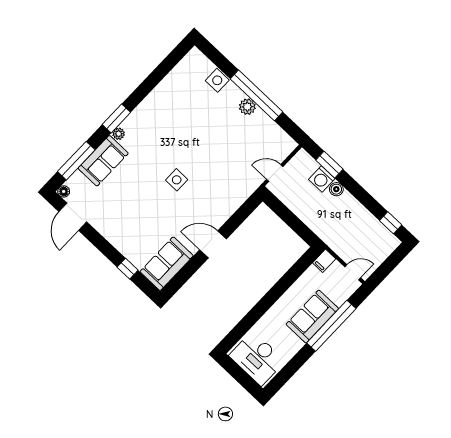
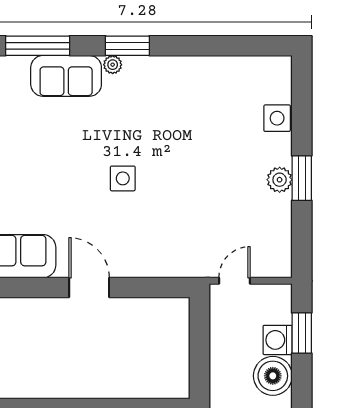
window: (256, 95) -> (302, 178), width x0.47
door: (275, 173) -> (234, 281), hinge flipped
boiler: (336, 189) -> (273, 376), width x1.86, depth x1.86

